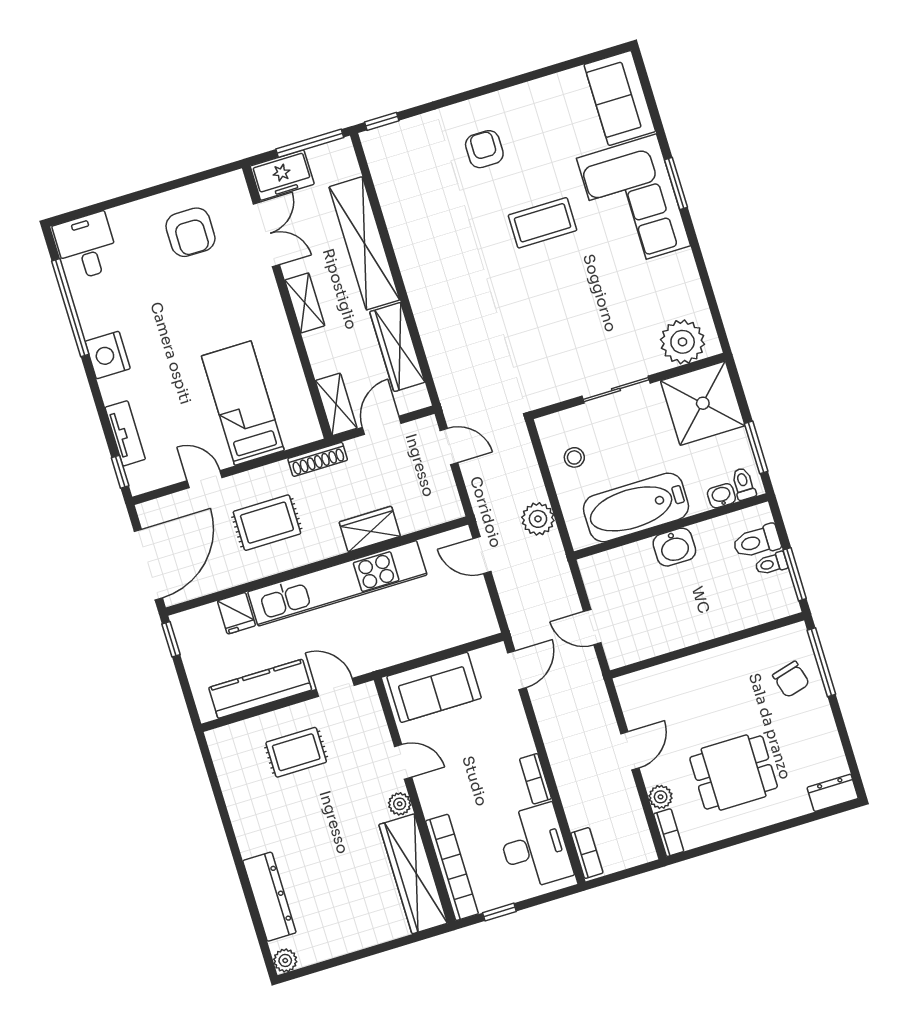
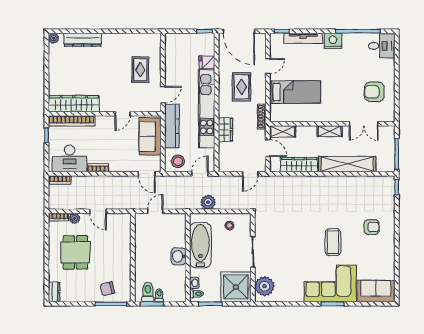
freezer: (282, 175) -> (387, 138), removed
tv unit: (125, 433) -> (303, 38), width x1.41
toilet: (757, 542) -> (148, 292), moved
stool: (469, 611) -> (178, 161), added
kitchen counter: (260, 689) -> (172, 126), moved
plant: (400, 804) -> (105, 107), removed

